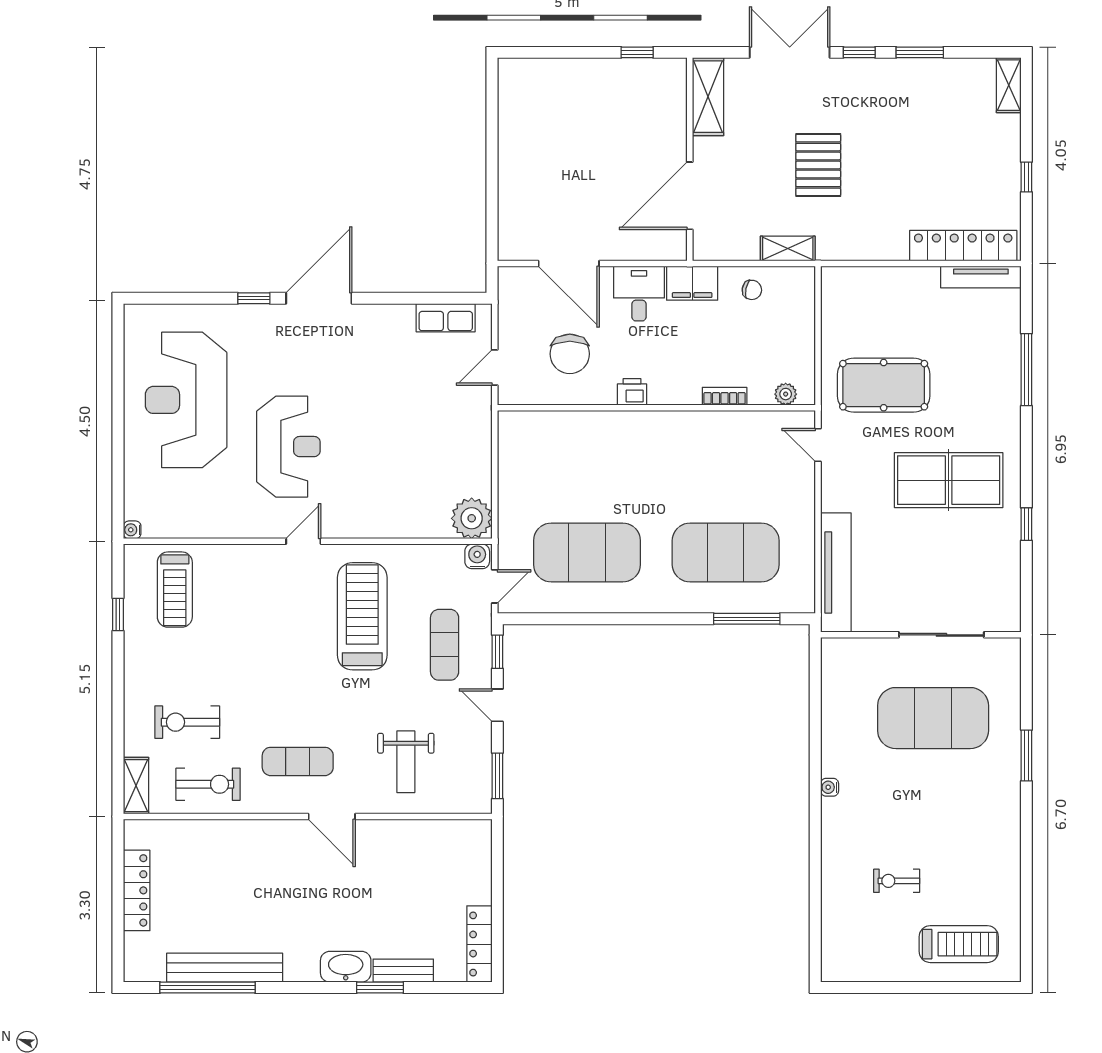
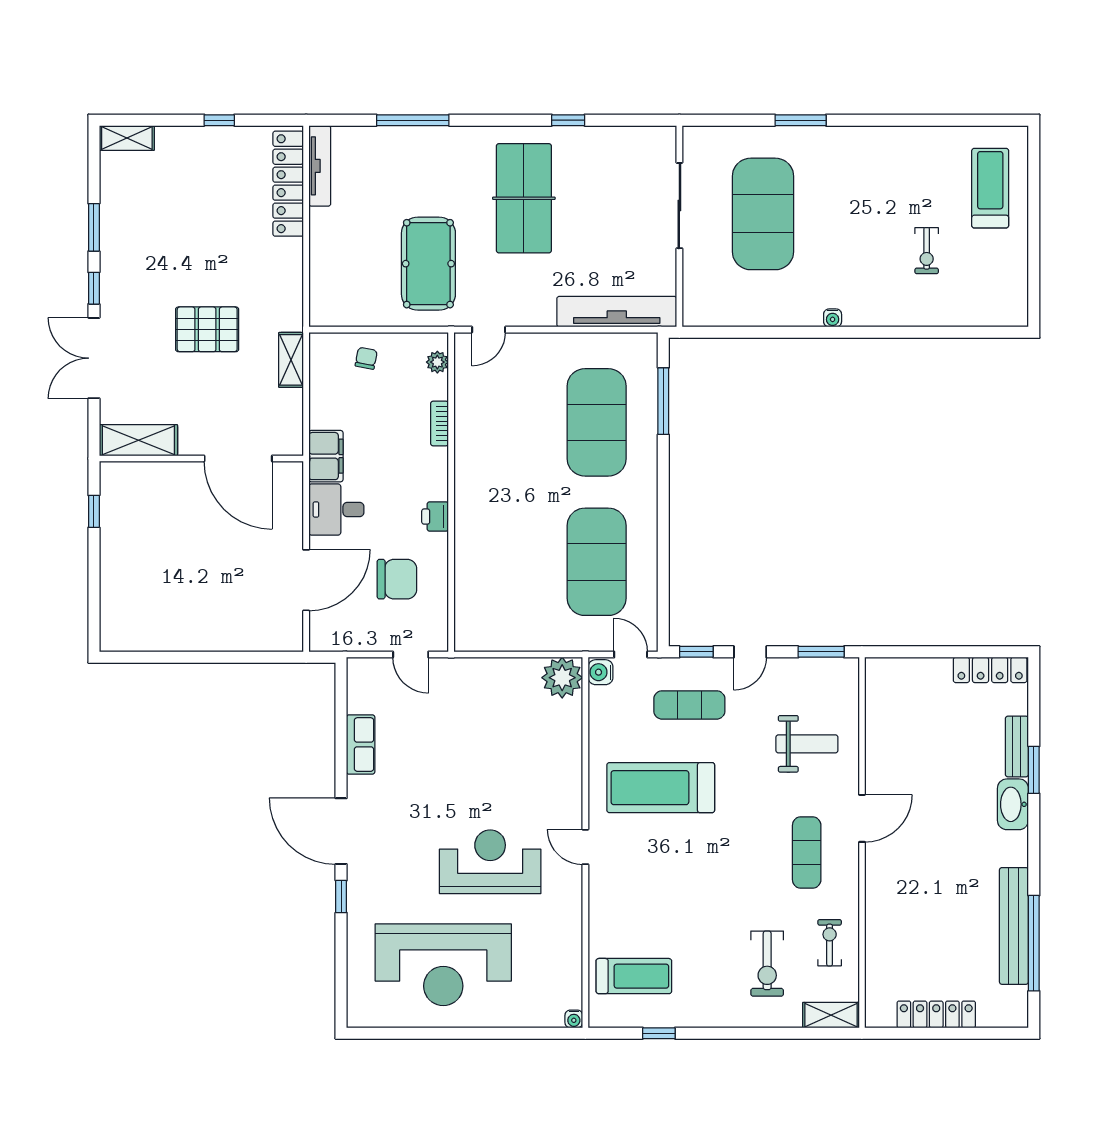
chair: (752, 290) -> (366, 358), moved
row of seats: (446, 318) -> (361, 745), moved
exercise bike: (208, 784) -> (830, 943), width x0.73, depth x0.72

